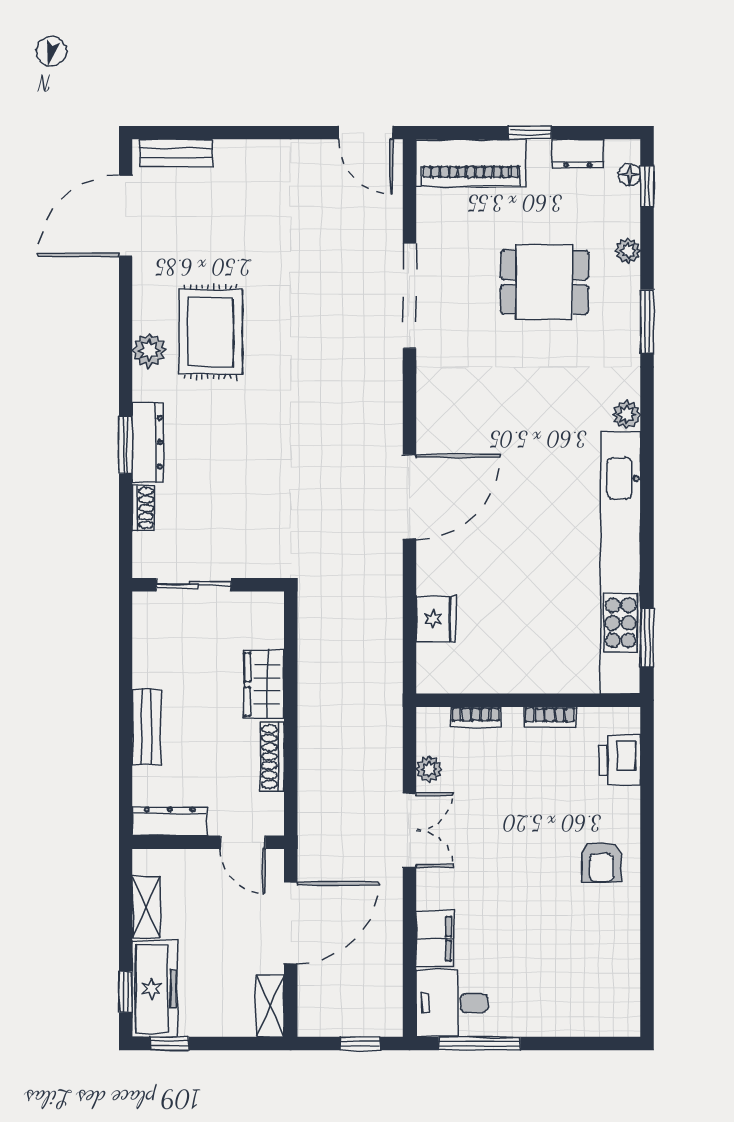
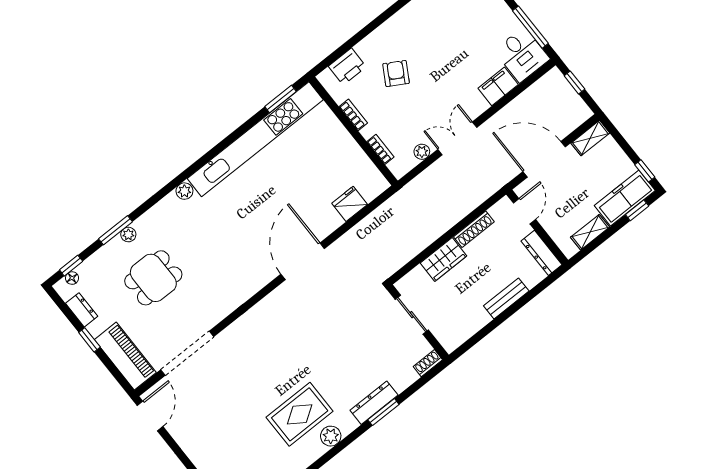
plant: (628, 251) -> (128, 235), moved
dining table: (545, 282) -> (153, 278), turned 90
doorway: (409, 296) -> (187, 353), moved
window: (647, 321) -> (115, 230), moved
door: (409, 497) -> (303, 261), hinge flipped
shoe rack: (143, 508) -> (428, 363), moved
sliding door: (194, 585) -> (412, 315), moved
armchair: (601, 862) -> (396, 74), moved, turned -60

